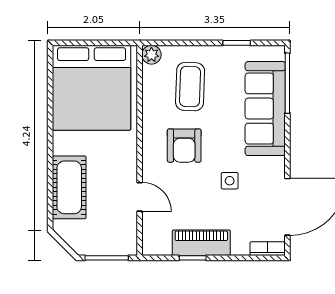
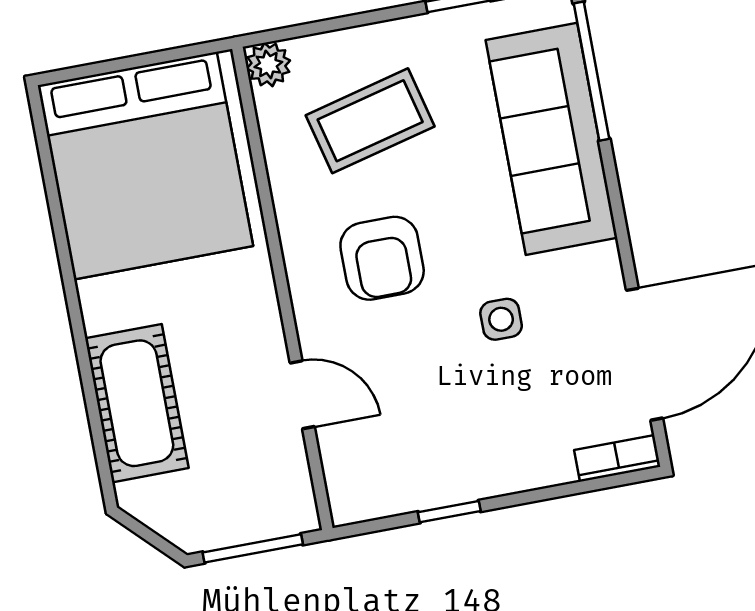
coffee table: (190, 87) -> (370, 121), turned 74
piano: (201, 243) -> (463, 473), removed

